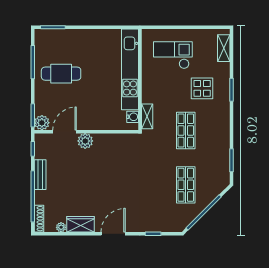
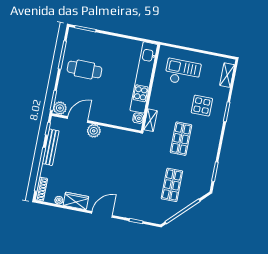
bench: (40, 175) -> (51, 147), width x1.36

